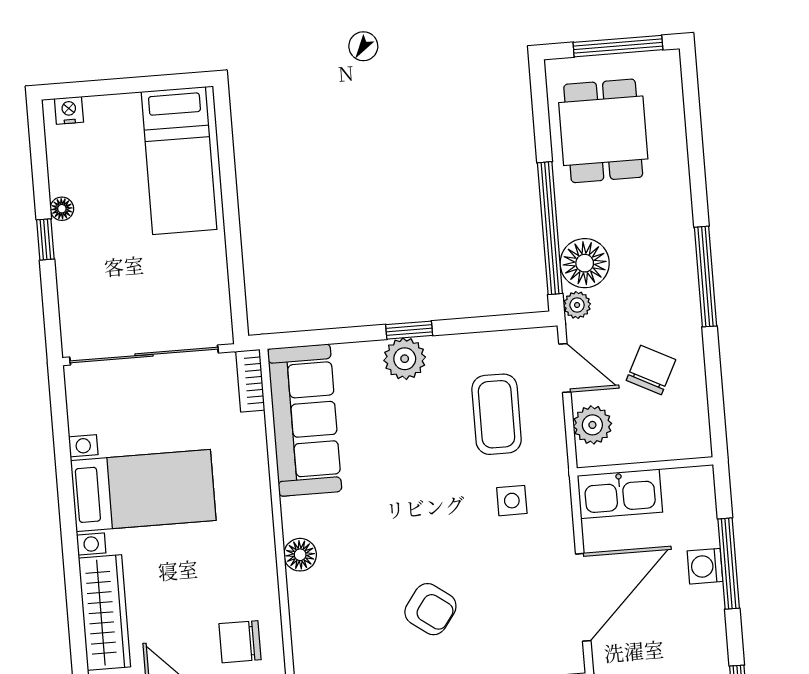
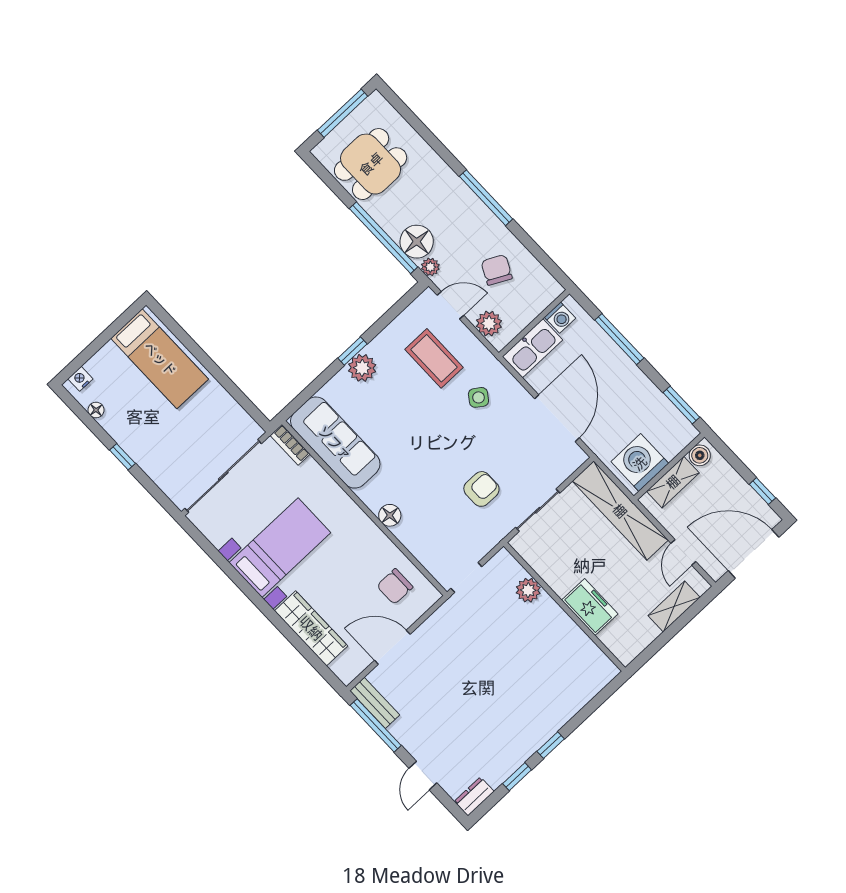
dining table: (603, 131) -> (371, 164), turned 90
floor lamp: (62, 209) -> (96, 410), moved
side table: (512, 501) -> (478, 397), turned 35
washing machine: (705, 566) -> (560, 318), moved, turned -90
armchair: (430, 609) -> (481, 489), turned -36

